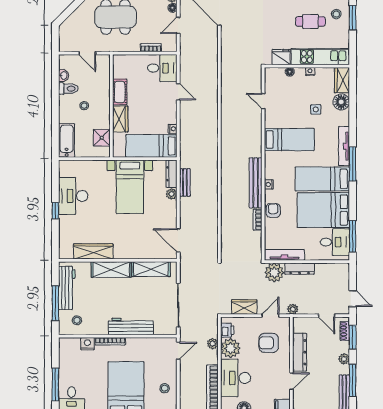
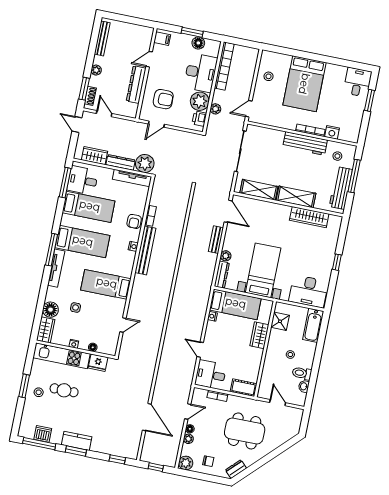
cot: (120, 92) -> (244, 388), moved, turned 90
door: (263, 101) -> (123, 325), hinge flipped
bench: (185, 182) -> (216, 240), moved
desk: (73, 196) -> (309, 291), moved, turned 90
bed: (323, 210) -> (89, 207), width x0.67
wardrobe: (244, 307) -> (94, 156), moved, turned 180
plant: (293, 309) -> (134, 126), removed
workbench: (131, 326) -> (305, 144), moved
window: (353, 380) -> (92, 48), removed
window: (55, 384) -> (369, 100), width x0.69

